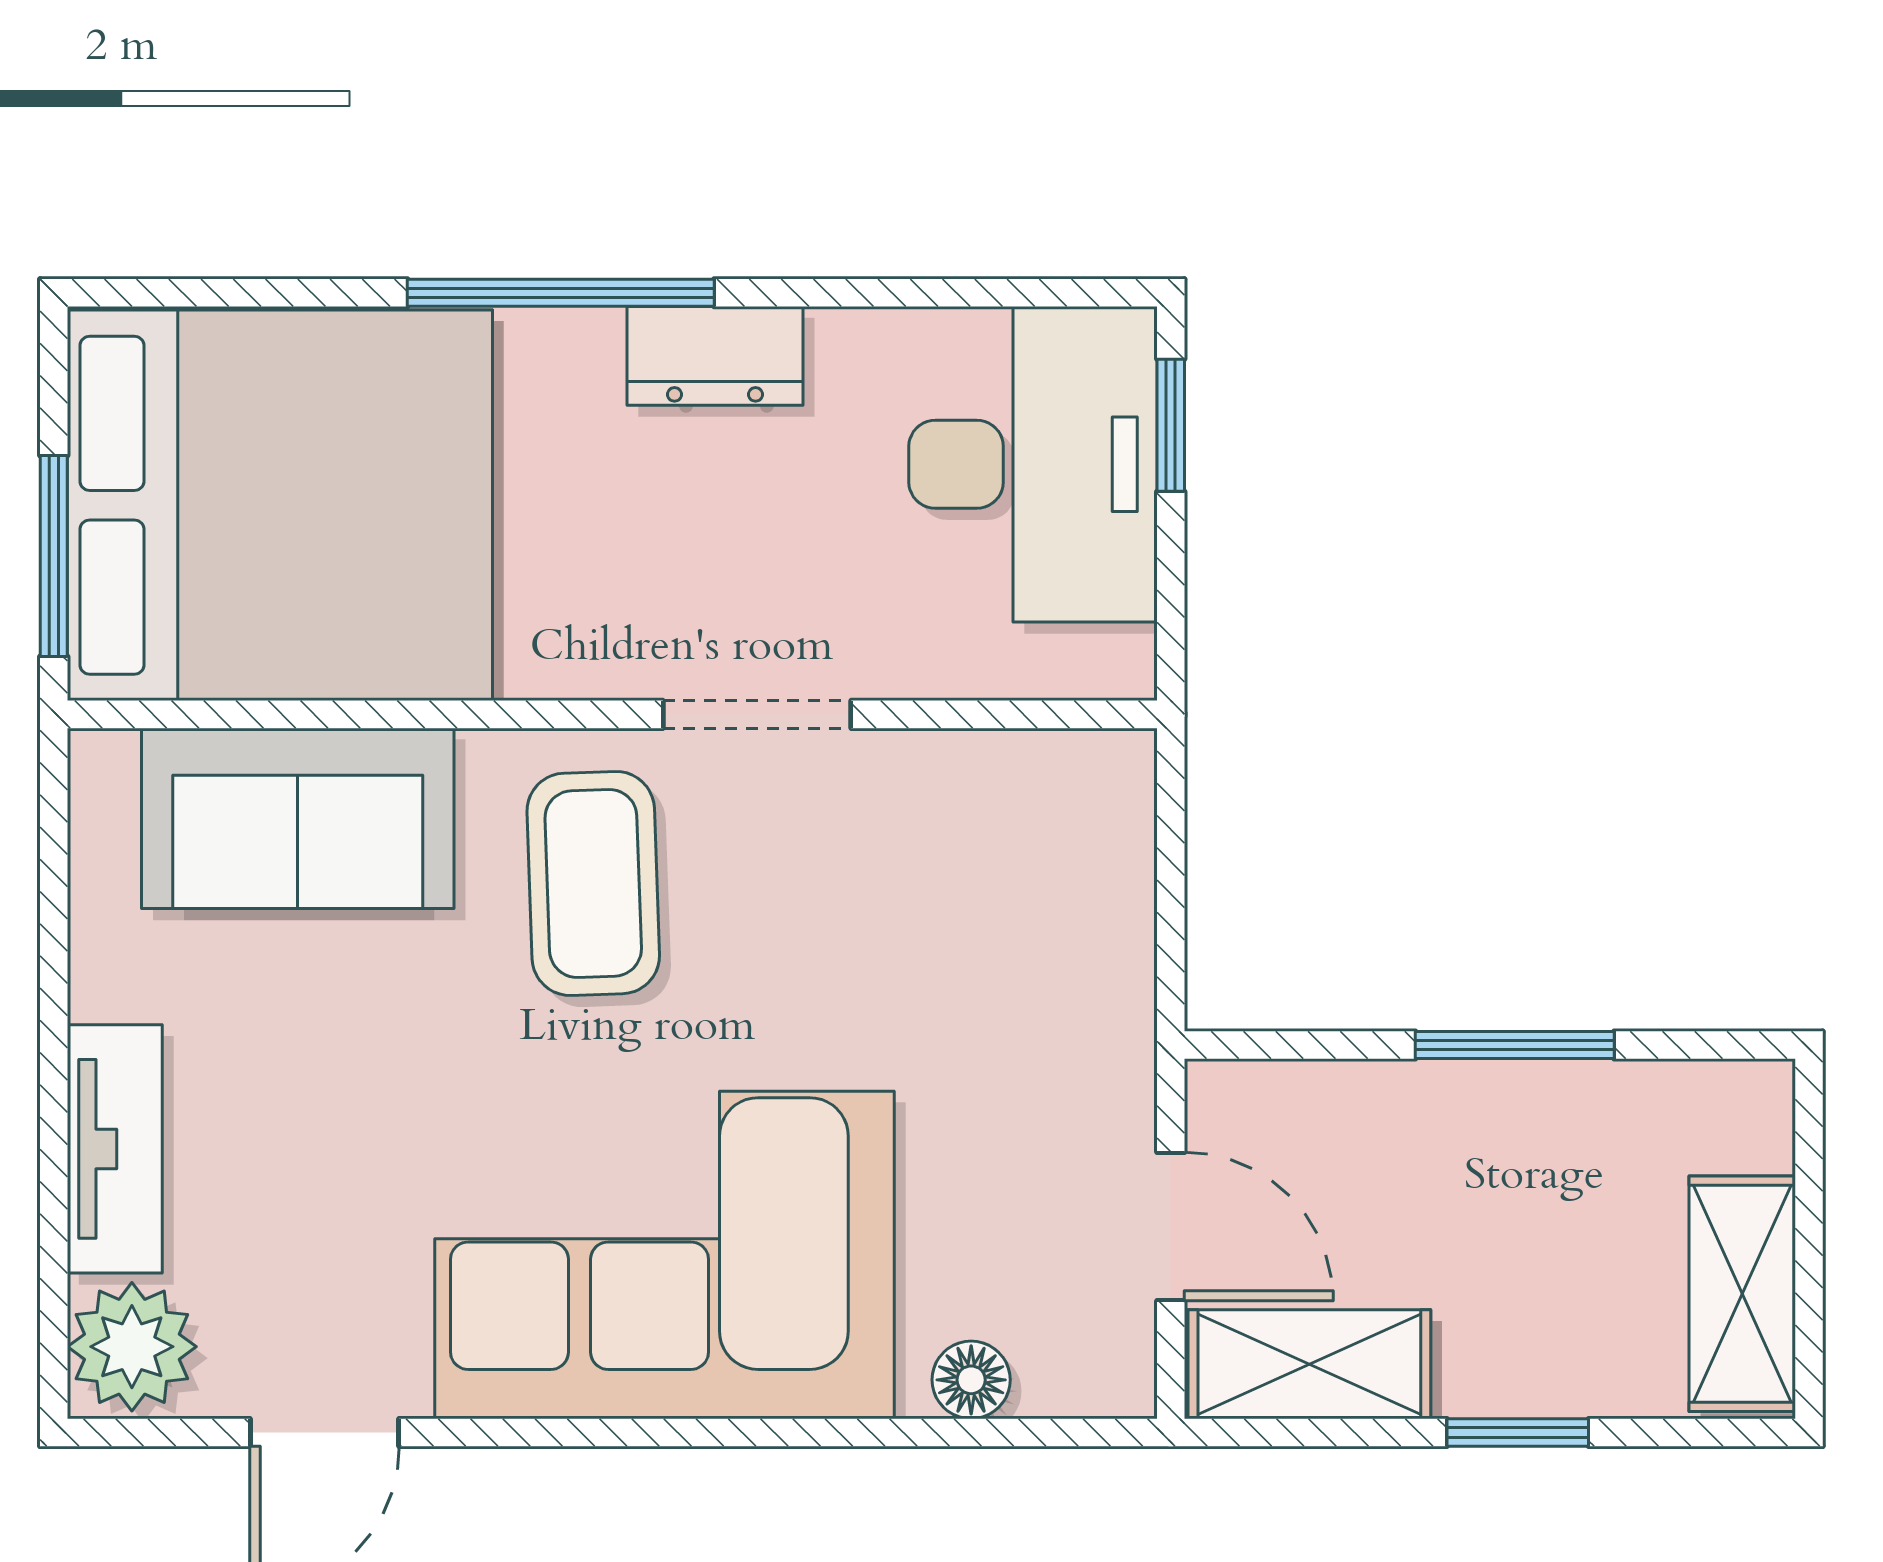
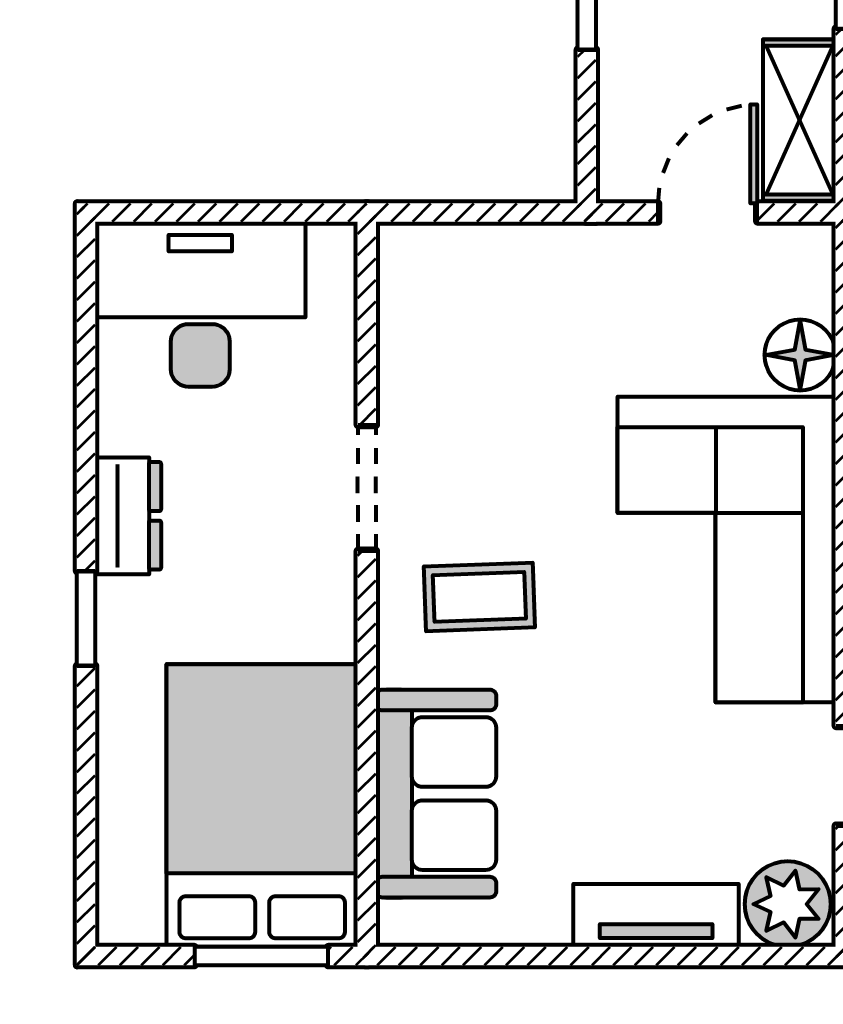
window: (561, 293) -> (86, 619), width x0.46
window: (1171, 425) -> (174, 212), removed
bed: (280, 505) -> (262, 806), width x0.73
coffee table: (593, 883) -> (479, 597), width x0.73, depth x0.77
floor lamp: (971, 1380) -> (800, 355), width x1.37, depth x1.37

